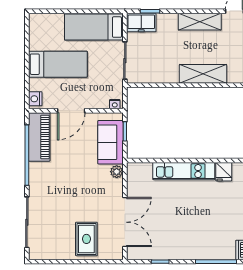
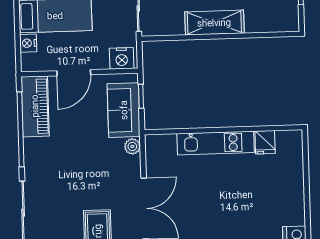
shelving: (203, 74) -> (214, 23), moved
nightstand: (35, 99) -> (28, 43), moved
nightstand: (115, 104) -> (122, 58), width x1.89, depth x1.79

